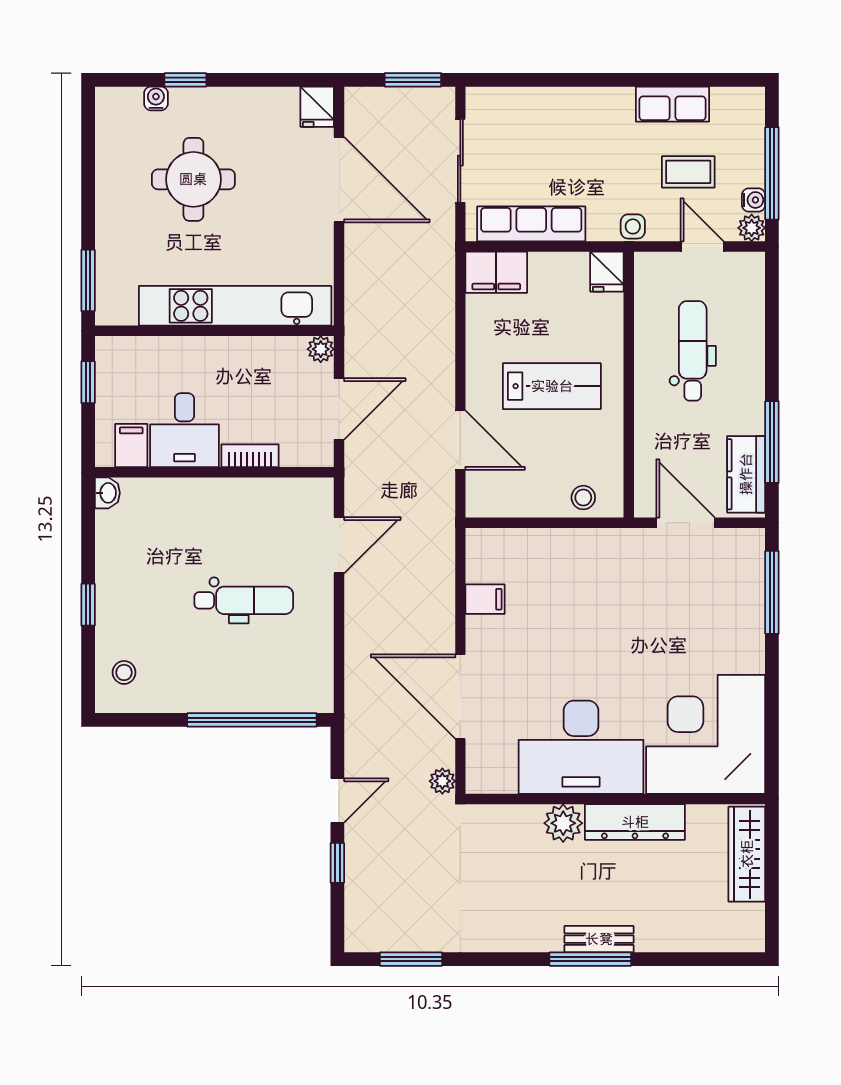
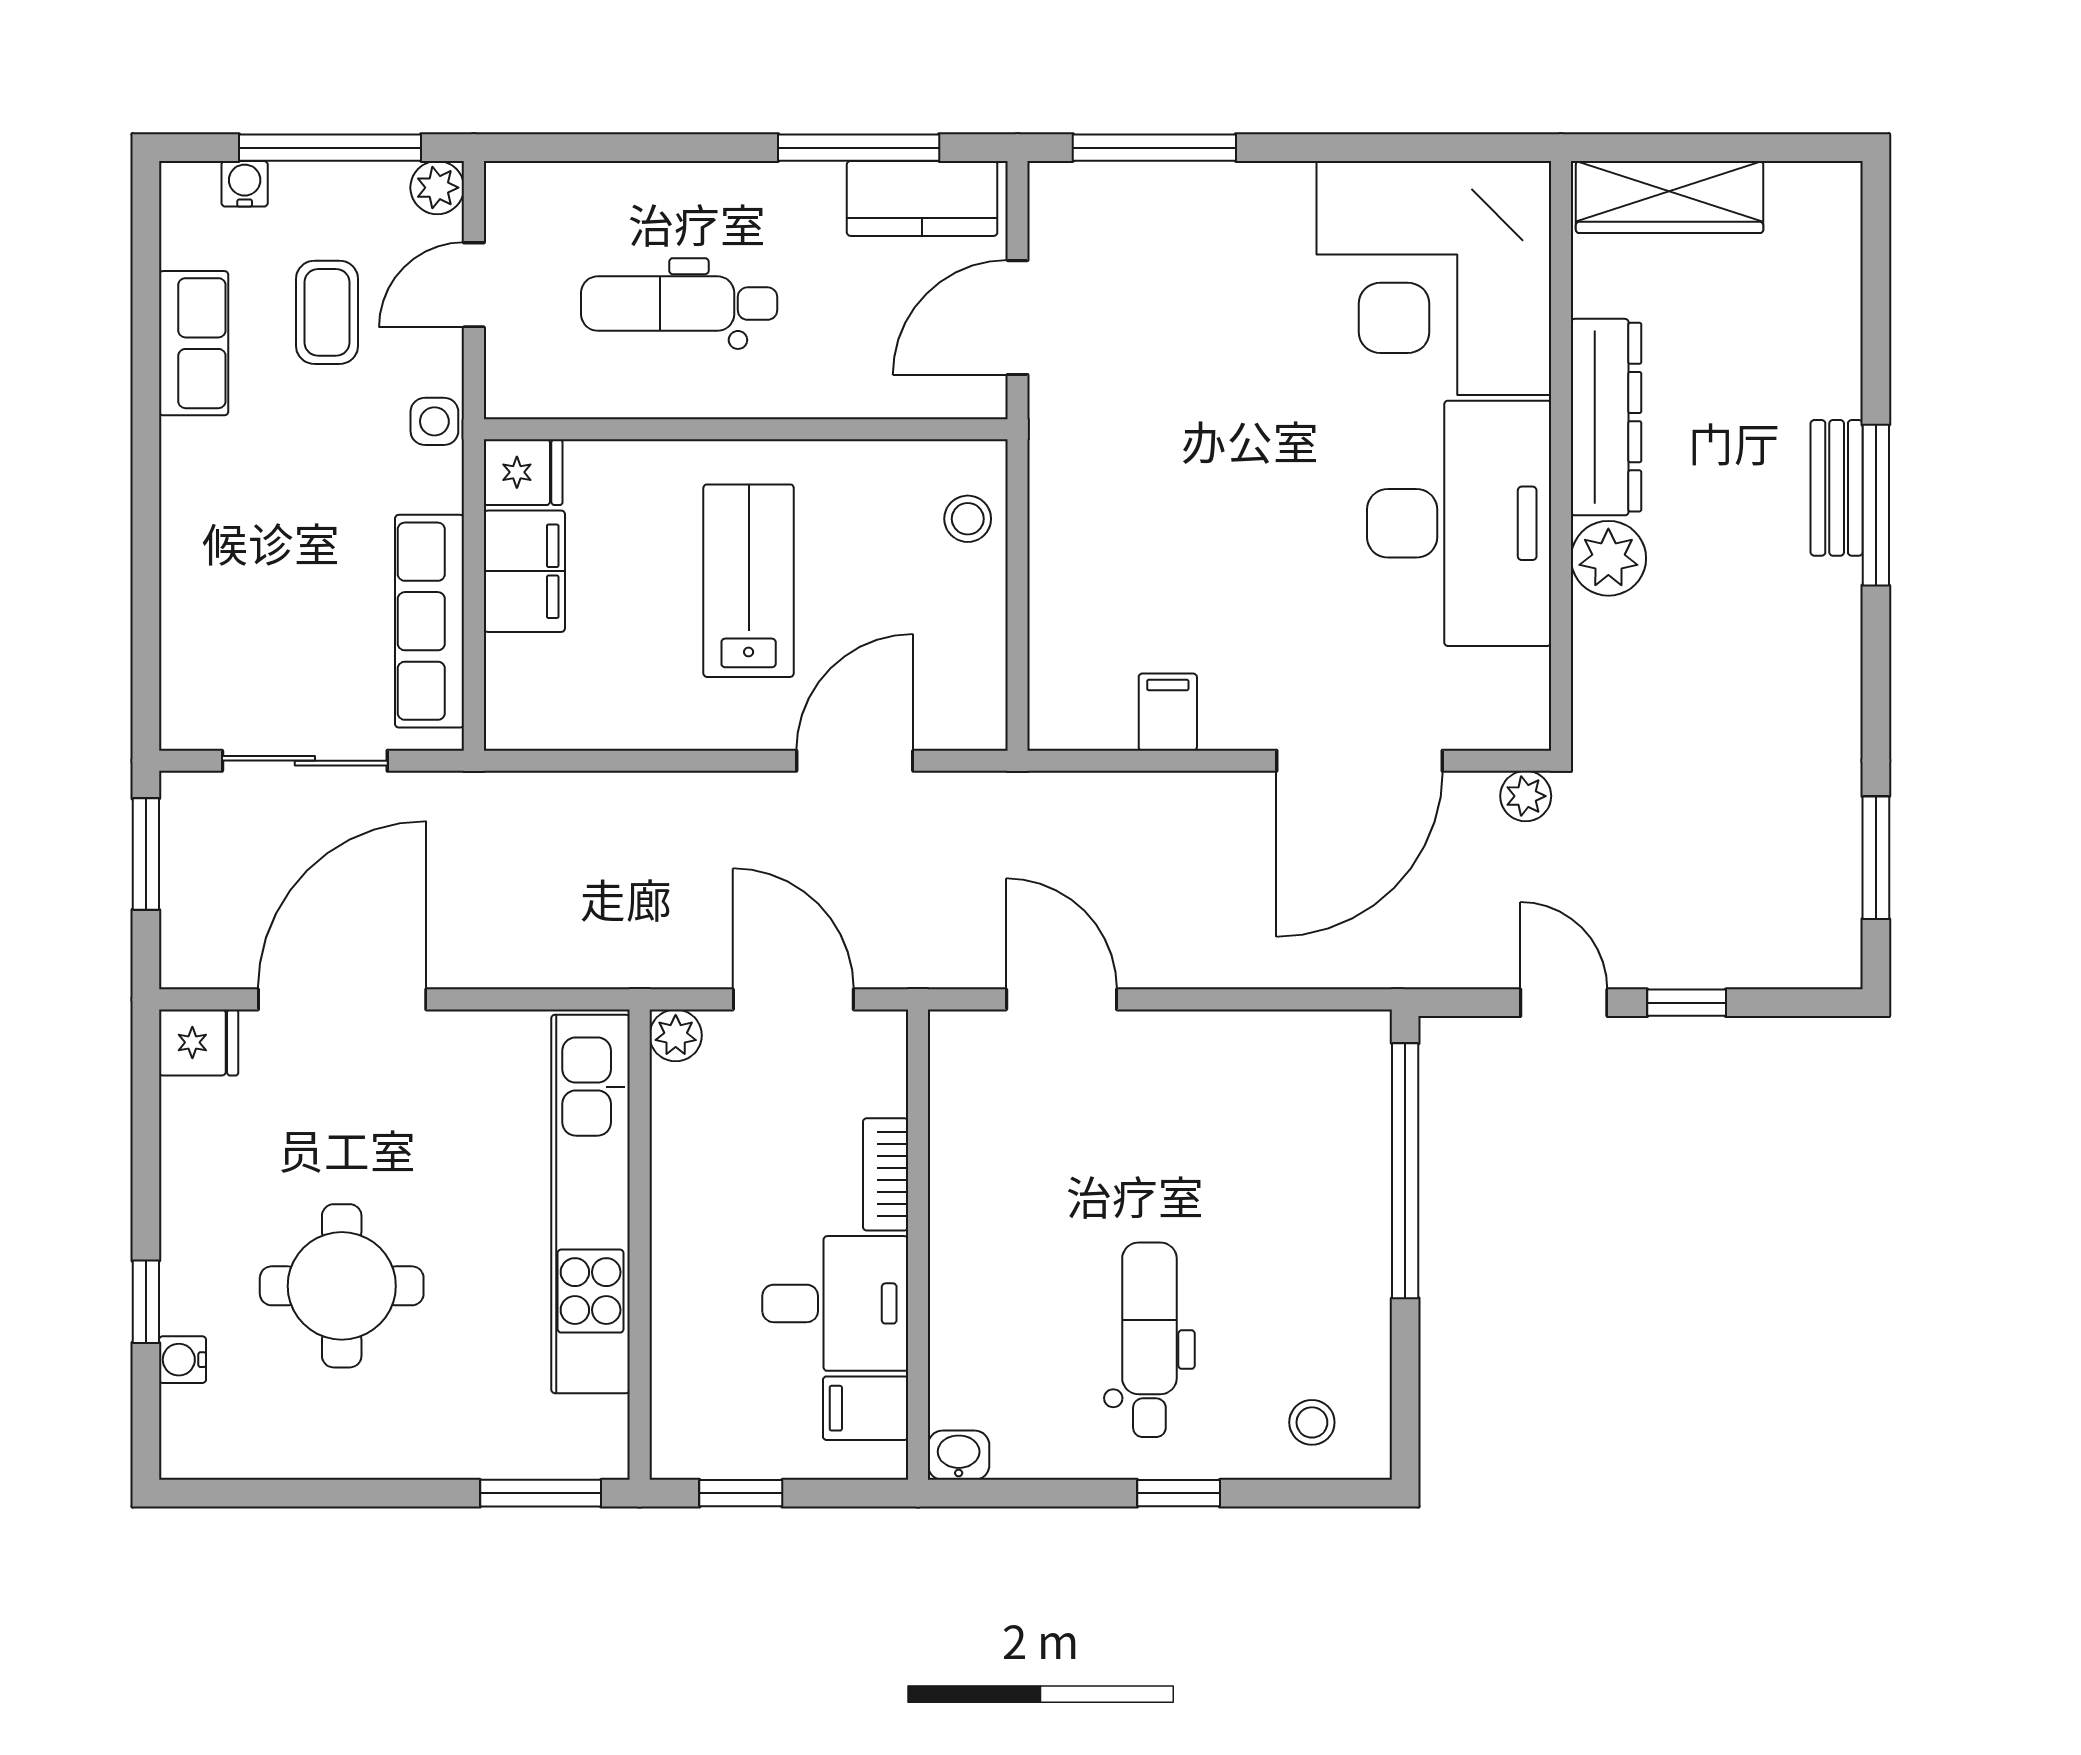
water cooler: (754, 200) -> (245, 184), moved
filing cabinet: (496, 272) -> (524, 571), moved
dental chair: (244, 600) -> (1149, 1340), moved

